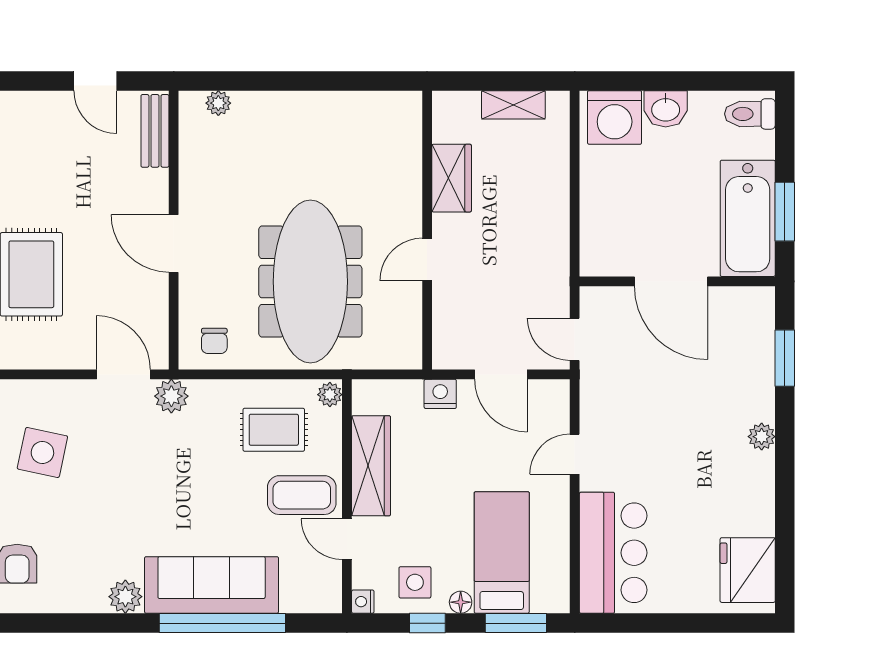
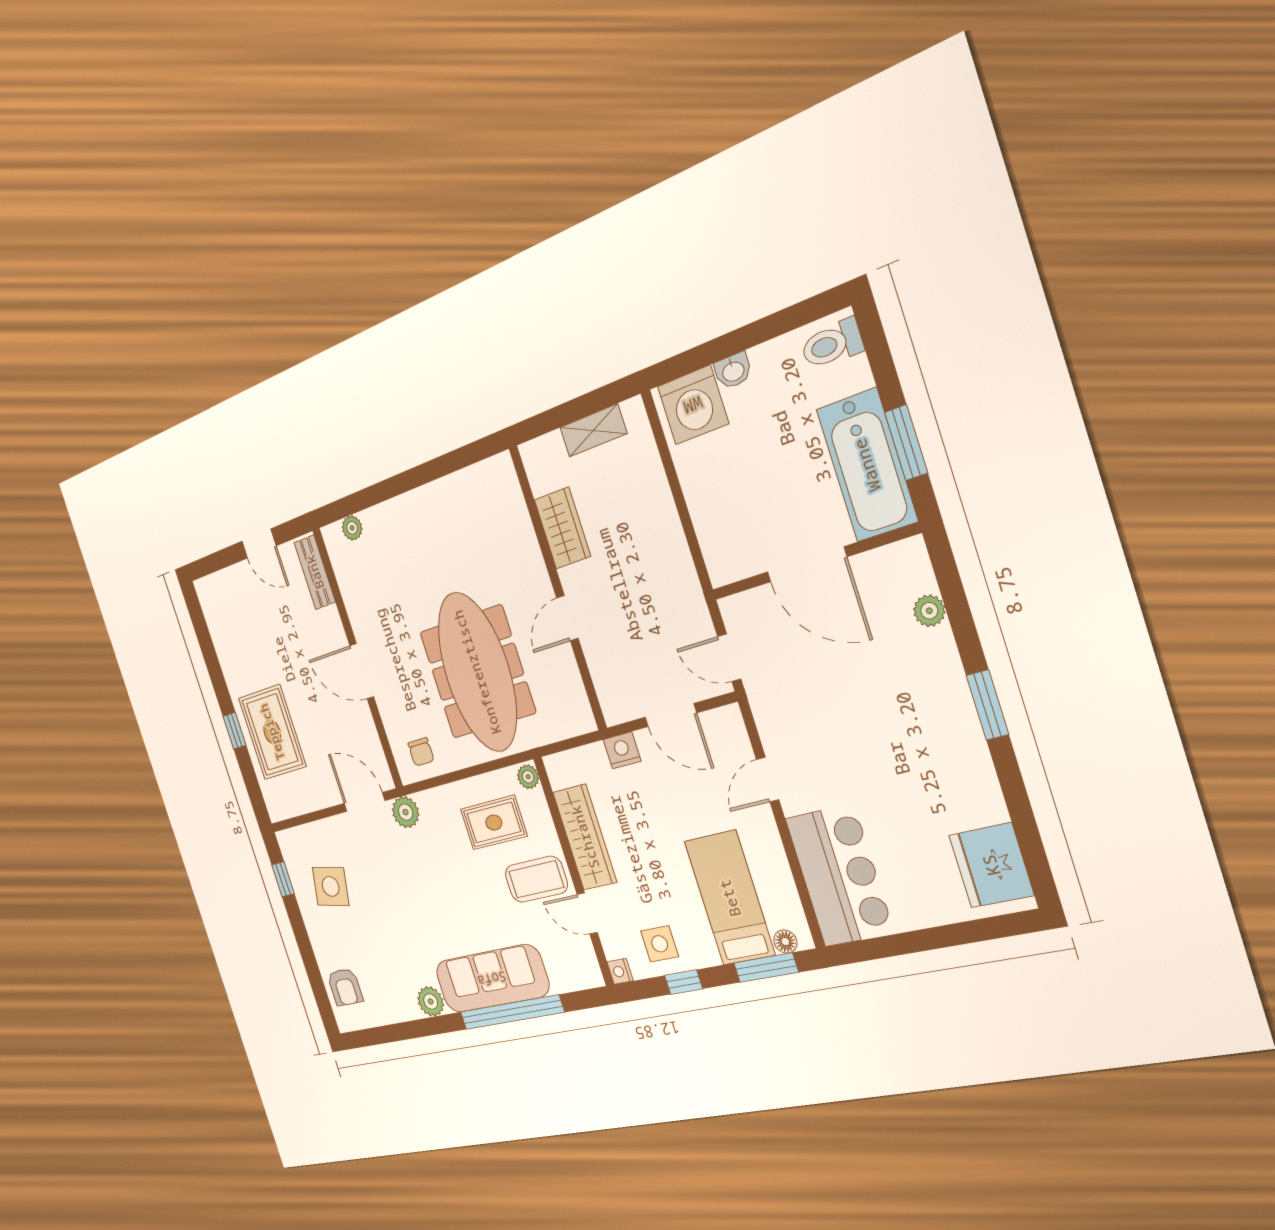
washbasin: (666, 109) -> (733, 371), width x0.72, depth x0.69
window: (785, 358) -> (987, 705), moved
plant: (762, 437) -> (929, 611), moved
floor lamp: (461, 602) -> (785, 942), moved

